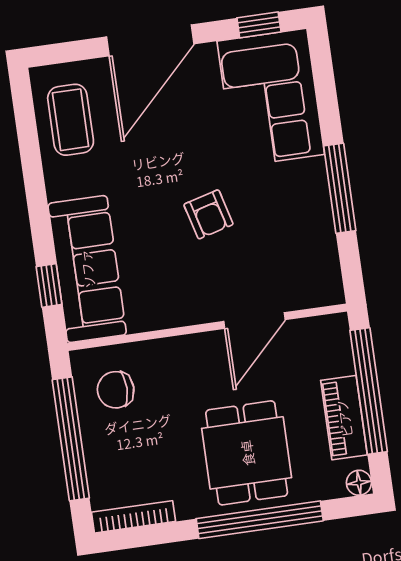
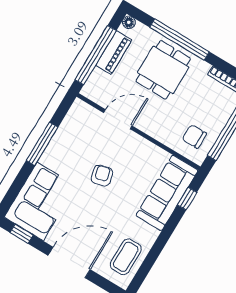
chair: (116, 390) -> (194, 137), turned 180

